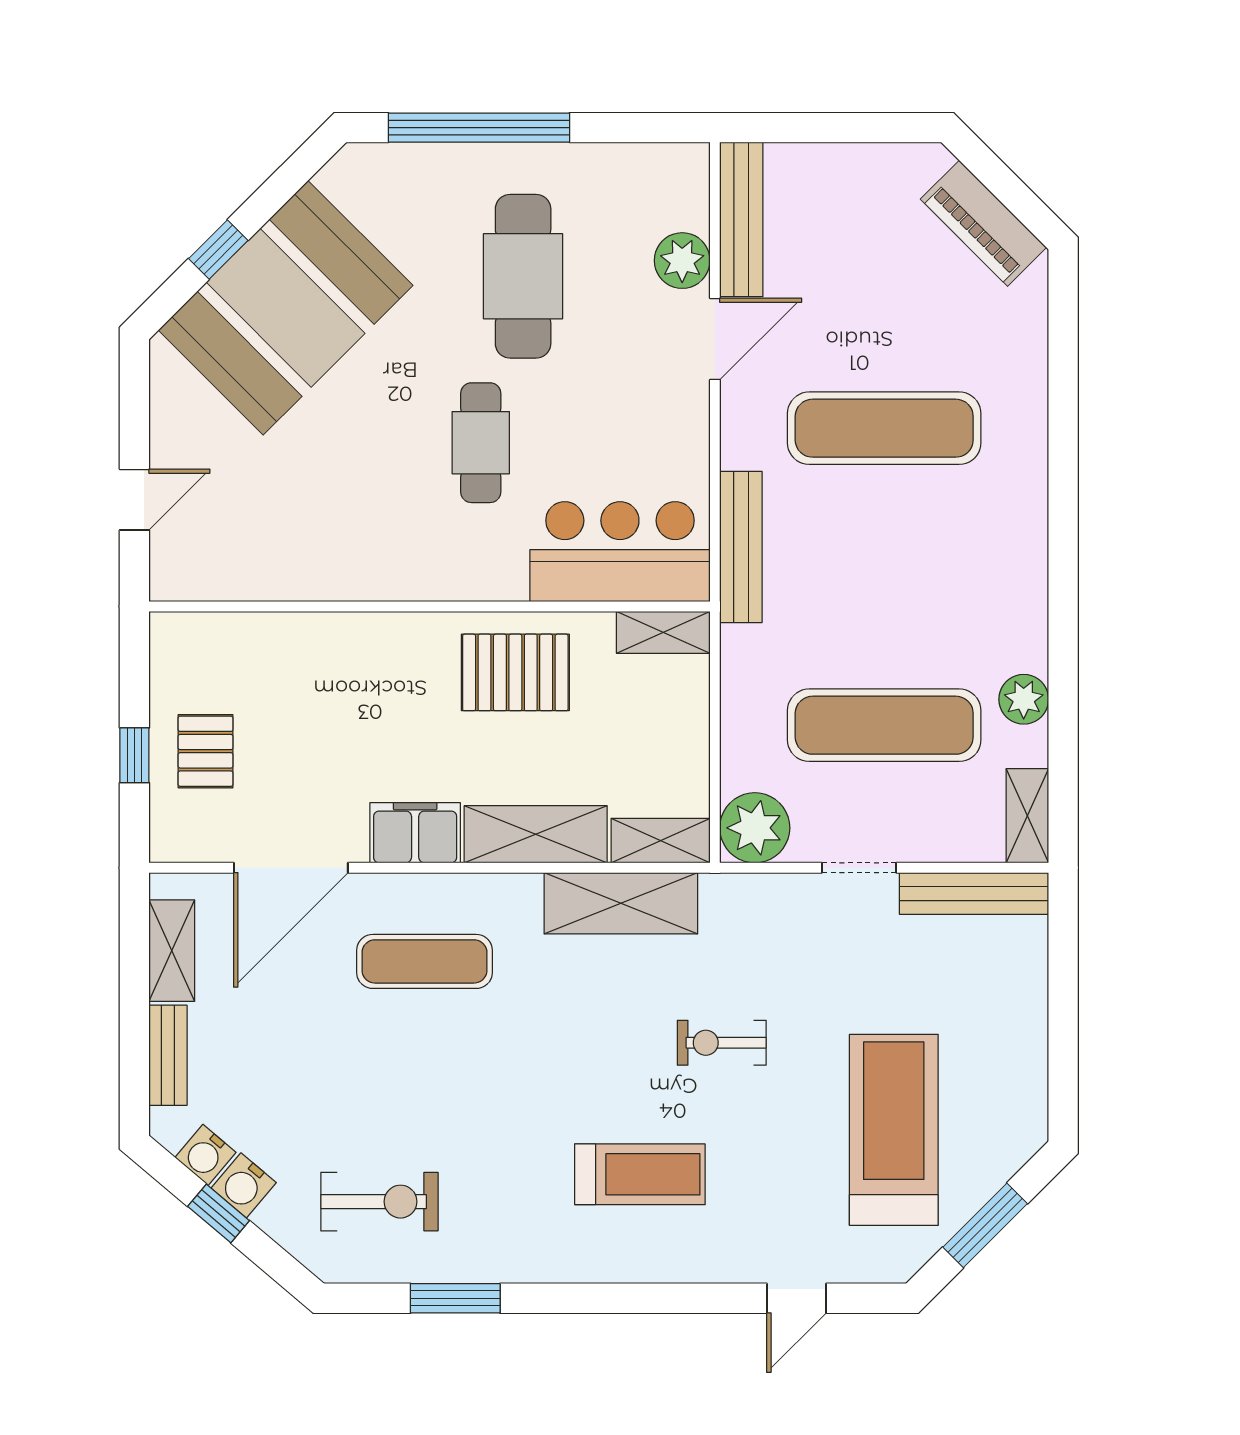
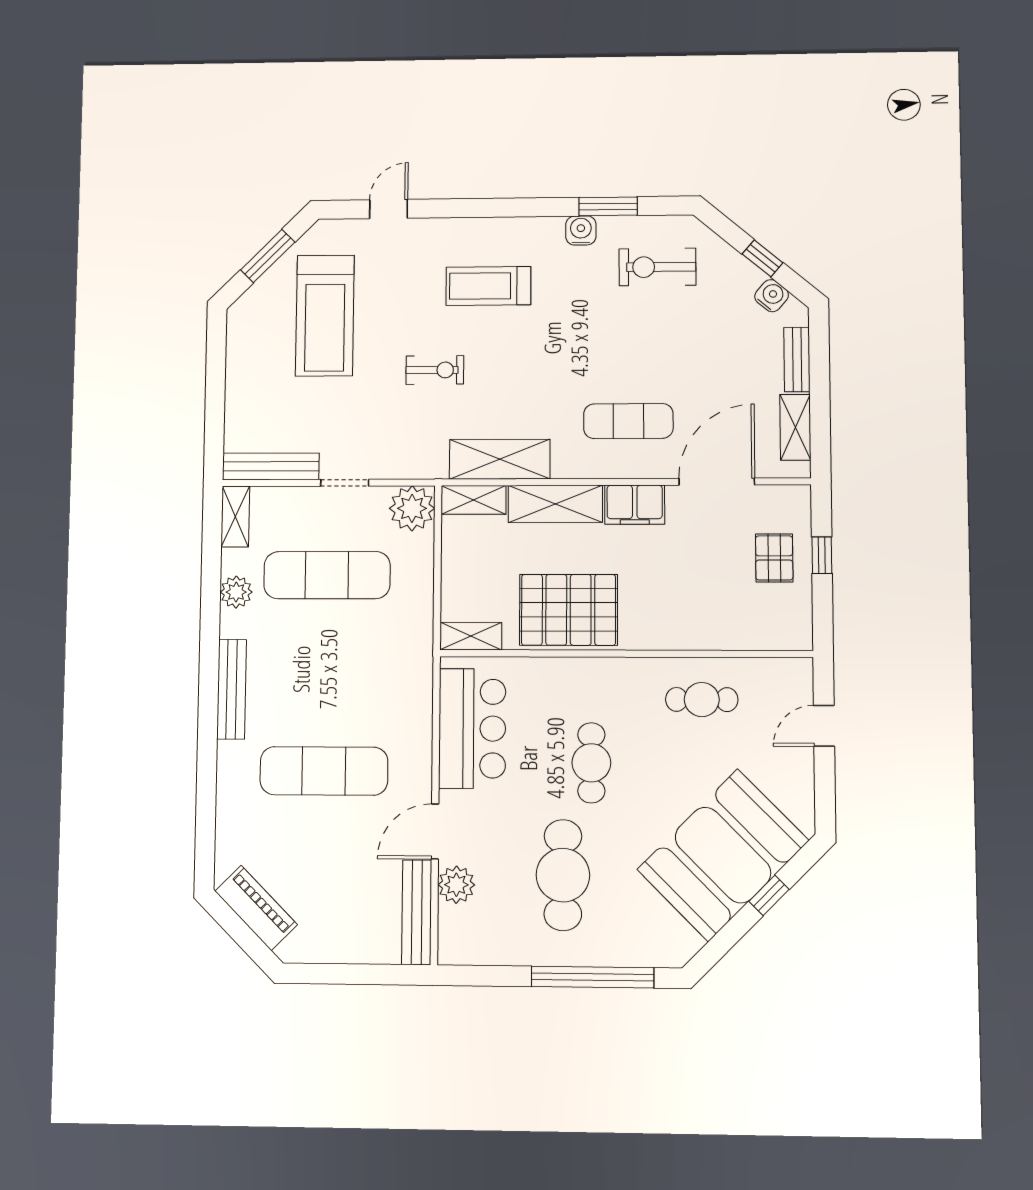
cafe table: (316, 538) -> (702, 700), added
bench: (741, 547) -> (232, 689), moved
bar counter: (620, 552) -> (472, 729), moved, turned -90
pallet: (515, 672) -> (568, 610), width x1.37, depth x1.41
water cooler: (244, 1185) -> (581, 230), moved, turned -40

